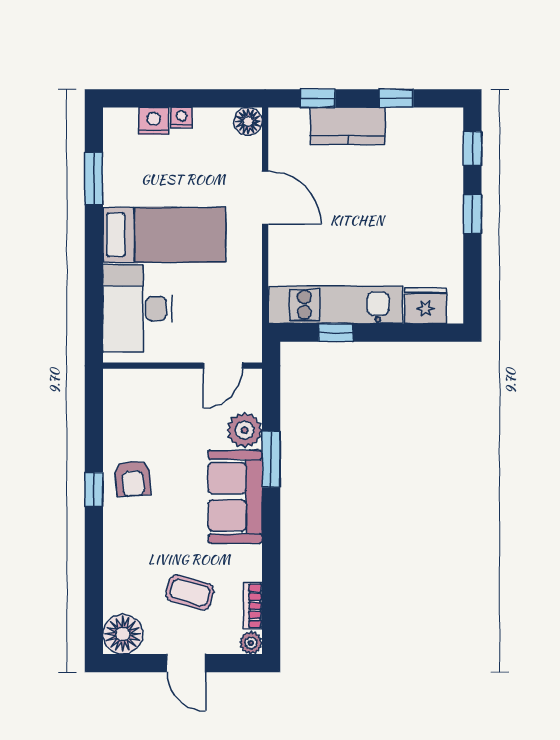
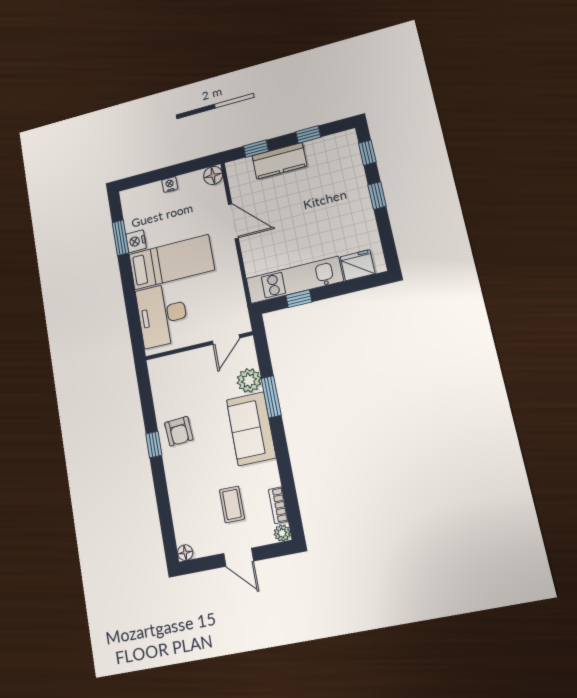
nightstand: (154, 121) -> (136, 241), moved, turned -90
coffee table: (190, 592) -> (232, 504), turned 74
floor lamp: (123, 634) -> (185, 553), width x0.53, depth x0.53

